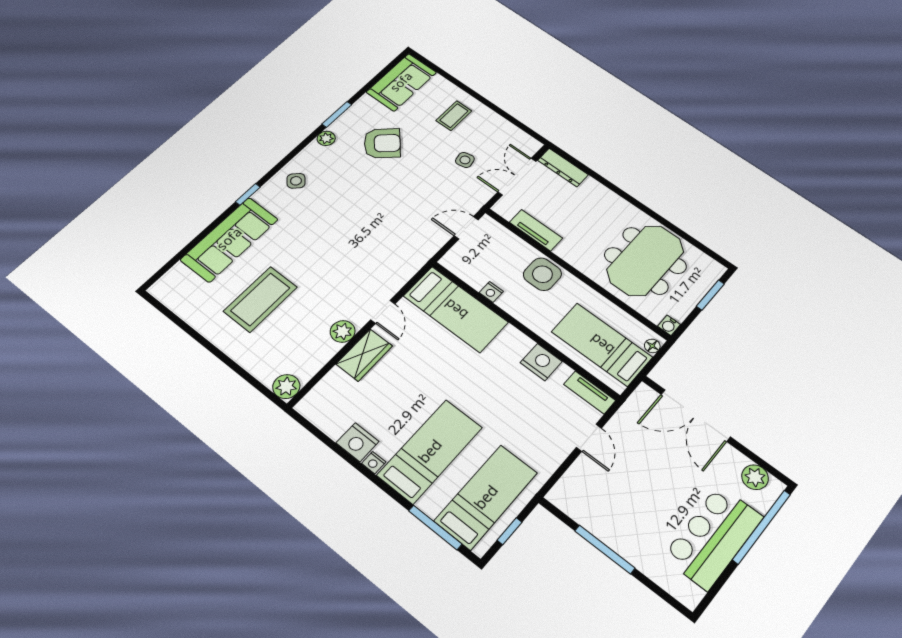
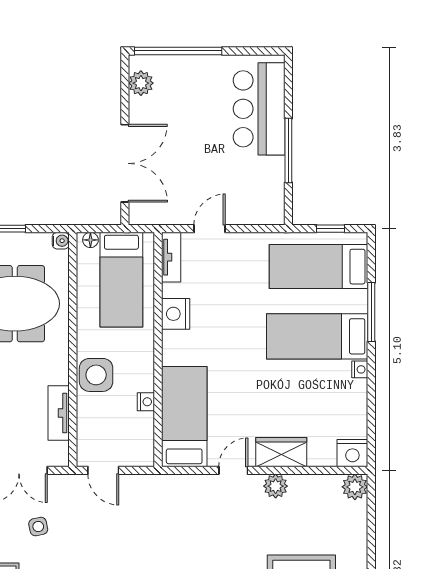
nightstand: (358, 442) -> (352, 453), moved, turned 90
window: (435, 527) -> (371, 312), moved
bar counter: (713, 537) -> (259, 109), moved, turned 90

